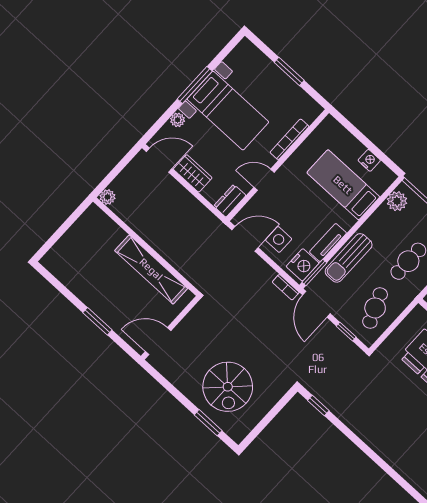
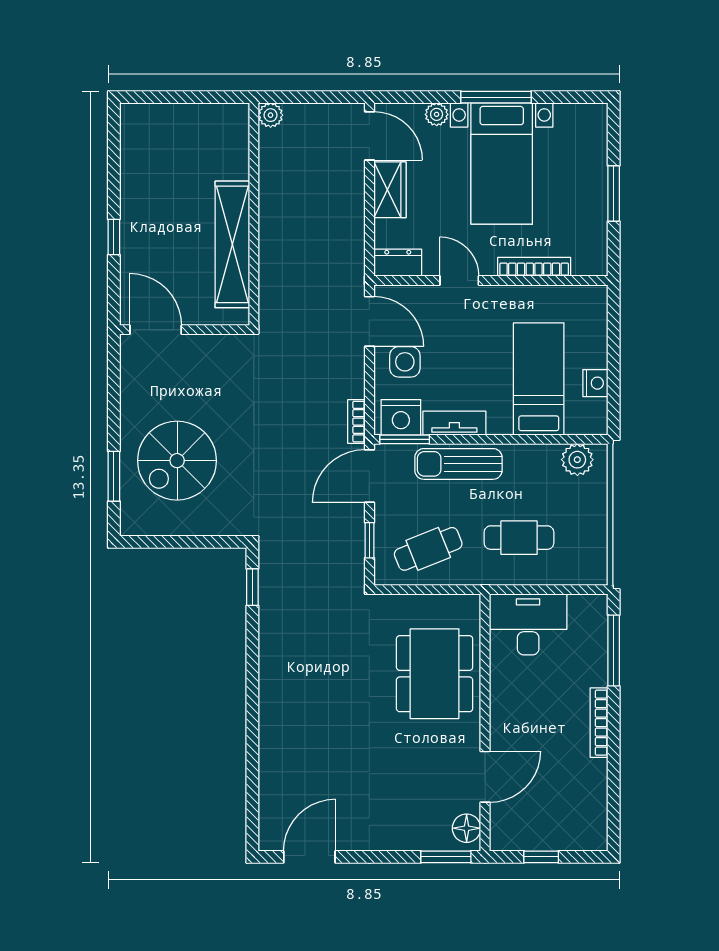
window: (97, 321) -> (114, 237), width x0.67

